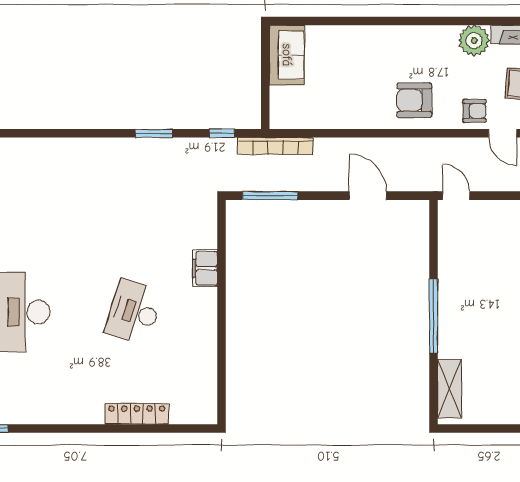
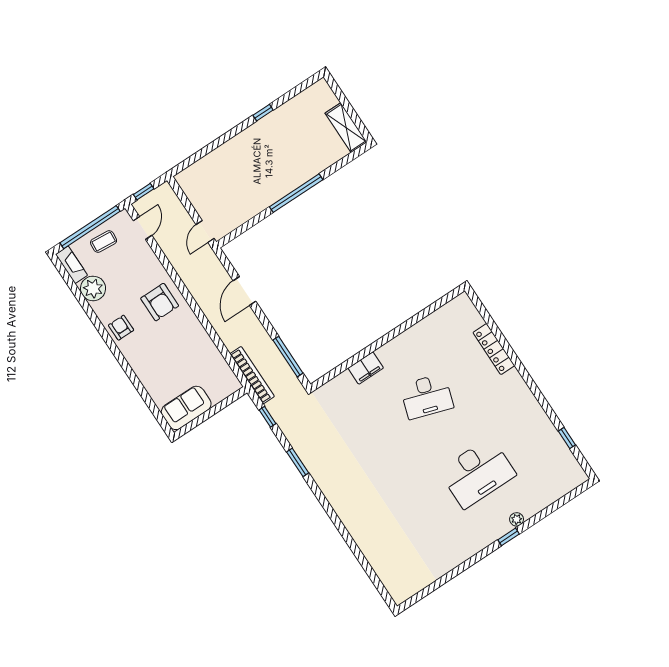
armchair: (474, 111) -> (121, 328), moved
shelving: (450, 389) -> (346, 128), moved, turned 90

